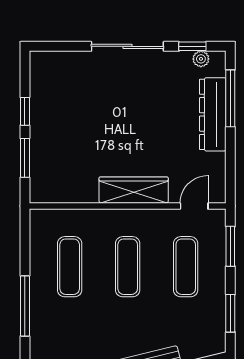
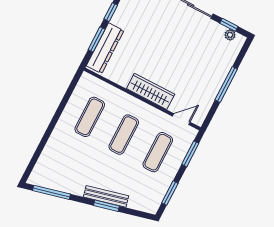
window: (230, 98) -> (226, 85), moved
dresser: (213, 114) -> (105, 48), moved, turned 180
window: (25, 306) -> (51, 126), removed

